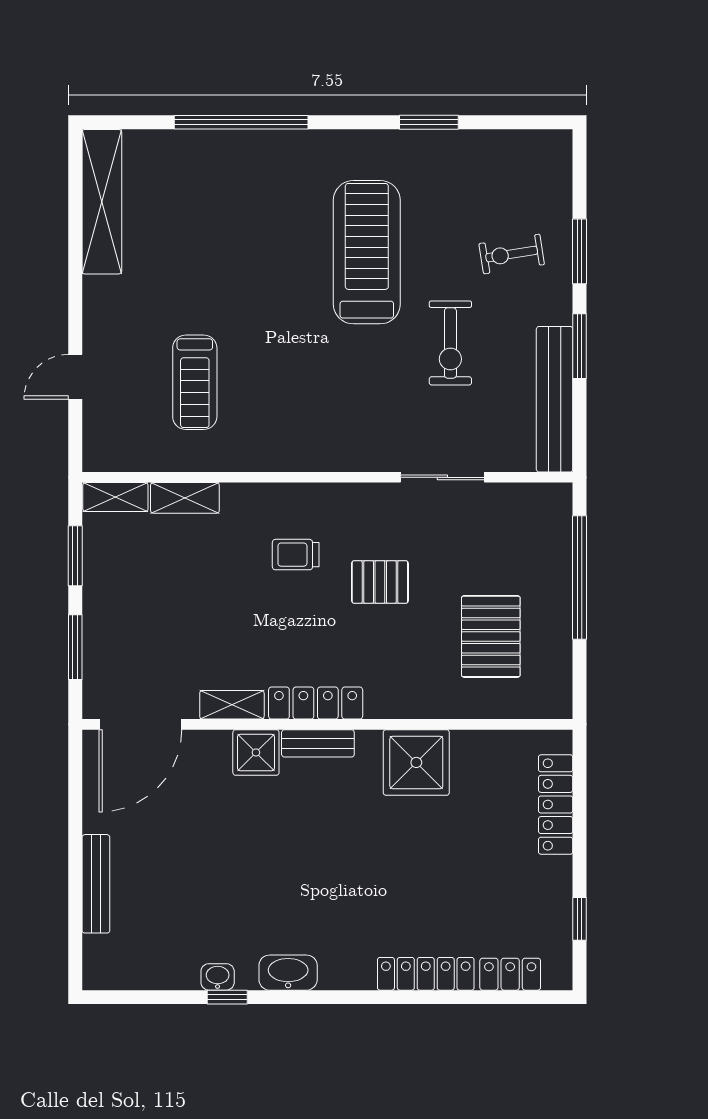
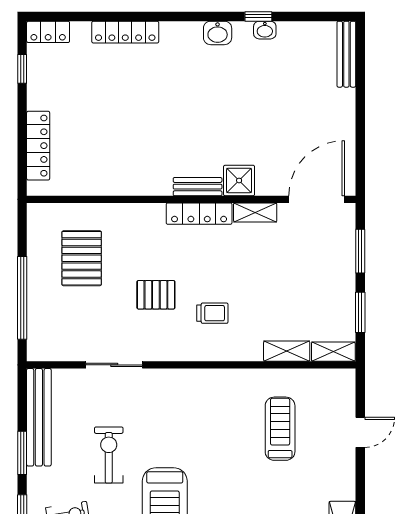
shower: (416, 762) -> (132, 174), removed
bench: (96, 884) -> (346, 54), moved
washbasin: (288, 973) -> (218, 33), width x0.72
locker: (510, 974) -> (48, 32), moved

